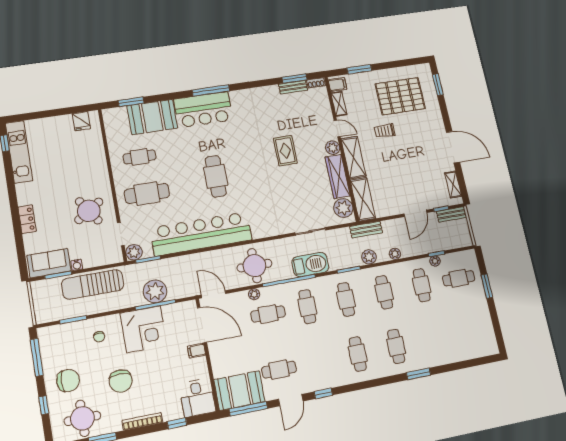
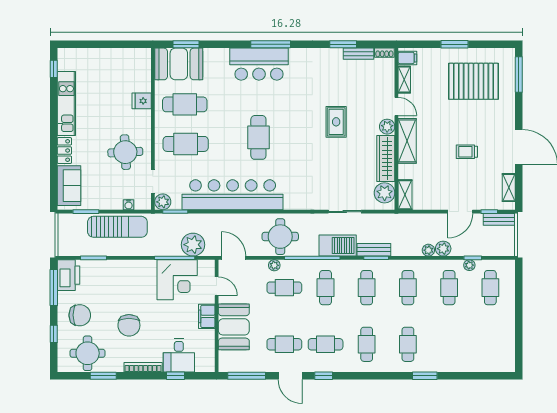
window: (359, 69) -> (455, 44), moved
window: (294, 79) -> (343, 44), moved
window: (438, 85) -> (519, 75), width x1.44
booth: (152, 117) -> (179, 64), moved
fridge: (81, 121) -> (142, 101), moved, turned 90
trolley: (385, 131) -> (467, 152), moved
kitchen unit: (19, 152) -> (66, 103), moved
cafe table: (140, 157) -> (185, 104), width x1.37, depth x1.35
shelving: (363, 199) -> (405, 195), width x0.67, depth x0.75
round table: (89, 211) -> (125, 152), turned 31
bench: (366, 230) -> (374, 250), moved
plant: (369, 257) -> (443, 249), moved
sofa: (49, 263) -> (69, 186), moved, turned 90
water cooler: (77, 265) -> (129, 205), moved
cafe table: (459, 278) -> (490, 288), turned 90
sun lounger: (93, 284) -> (117, 227), turned 180
window: (487, 286) -> (519, 301), removed
plant: (155, 291) -> (193, 245), moved
door: (202, 325) -> (217, 286), width x0.53
corner desk: (144, 329) -> (177, 280), moved
chair: (99, 337) -> (115, 279), removed
printer: (50, 342) -> (69, 275), added
filing cabinet: (197, 351) -> (207, 316), width x2.00
cafe table: (319, 362) -> (326, 344), added
booth: (239, 391) -> (234, 327), moved, turned 90
desk: (197, 398) -> (179, 355), moved
door: (291, 400) -> (290, 376), hinge flipped

